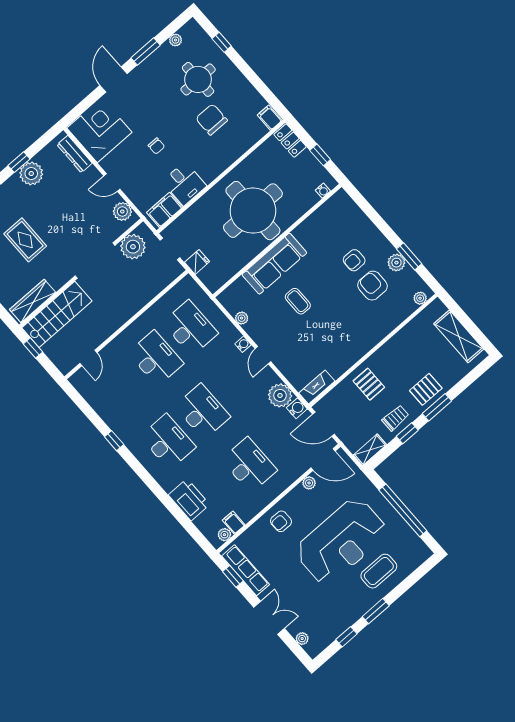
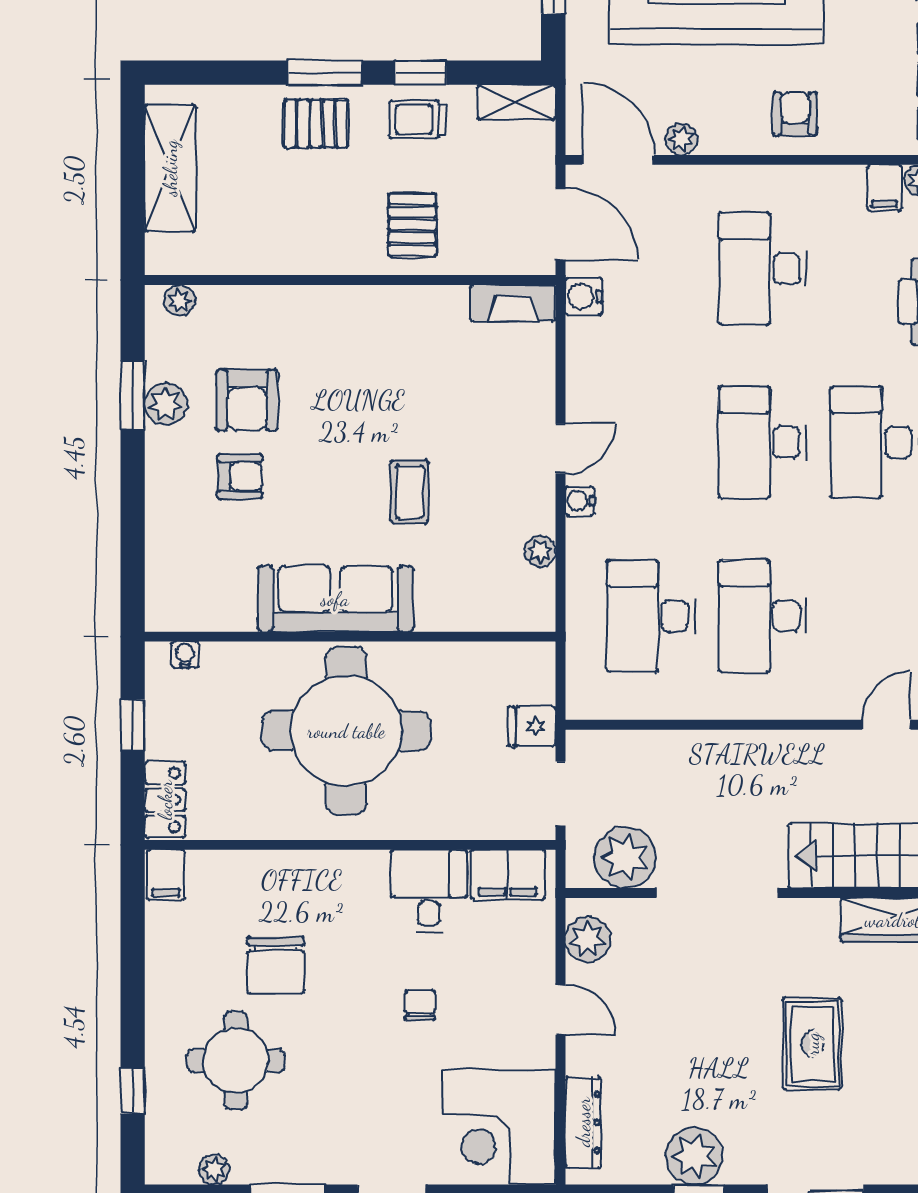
sofa: (274, 264) -> (335, 599), moved
plant: (280, 395) -> (594, 347), removed
armchair: (281, 521) -> (795, 114), turned -90

